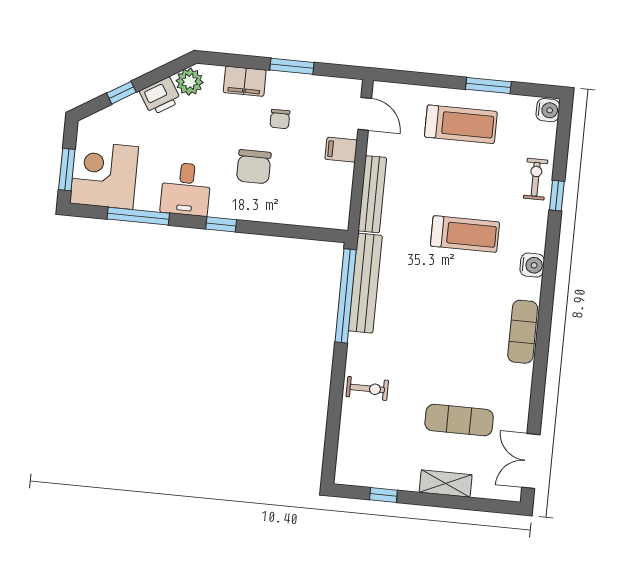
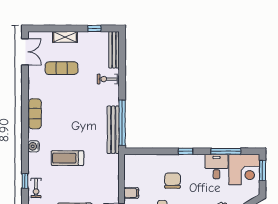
desk: (186, 189) -> (217, 167), moved
bench: (372, 194) -> (114, 50), moved

